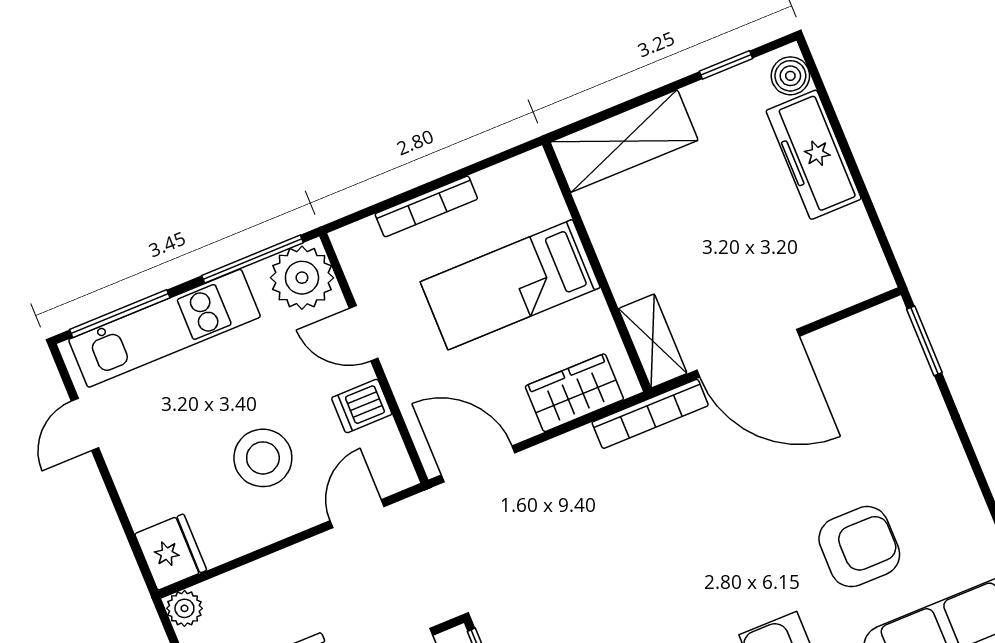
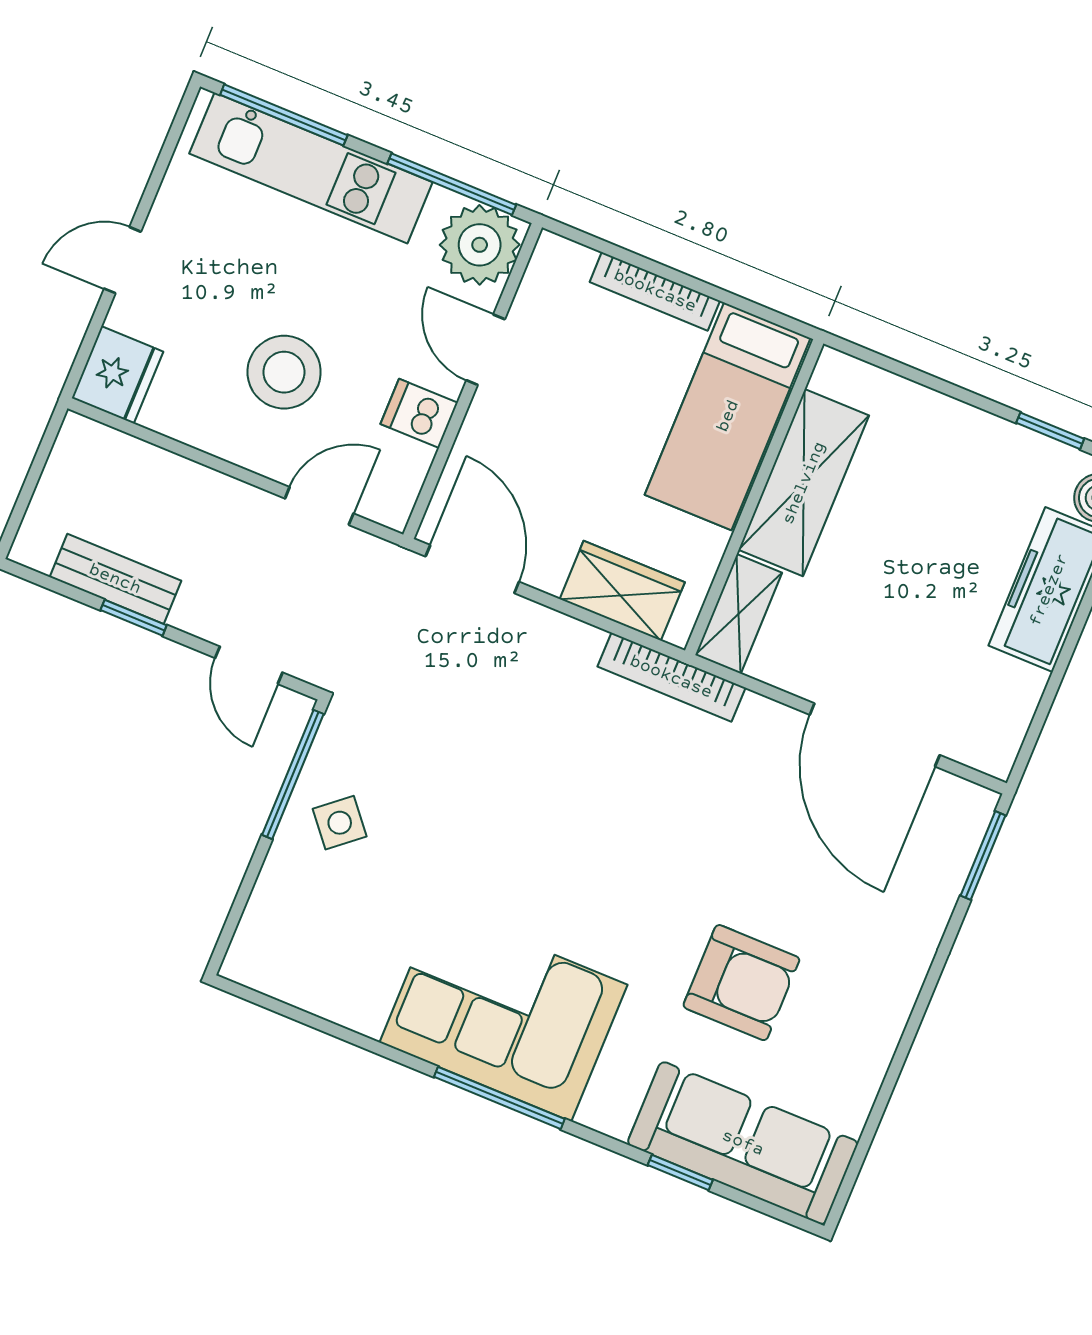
shelving: (624, 141) -> (804, 483), moved, turned 90
bed: (510, 285) -> (728, 416), moved, turned -90
door: (748, 353) -> (875, 735), moved
door: (85, 424) -> (122, 260), moved
plant: (184, 608) -> (80, 438), removed

